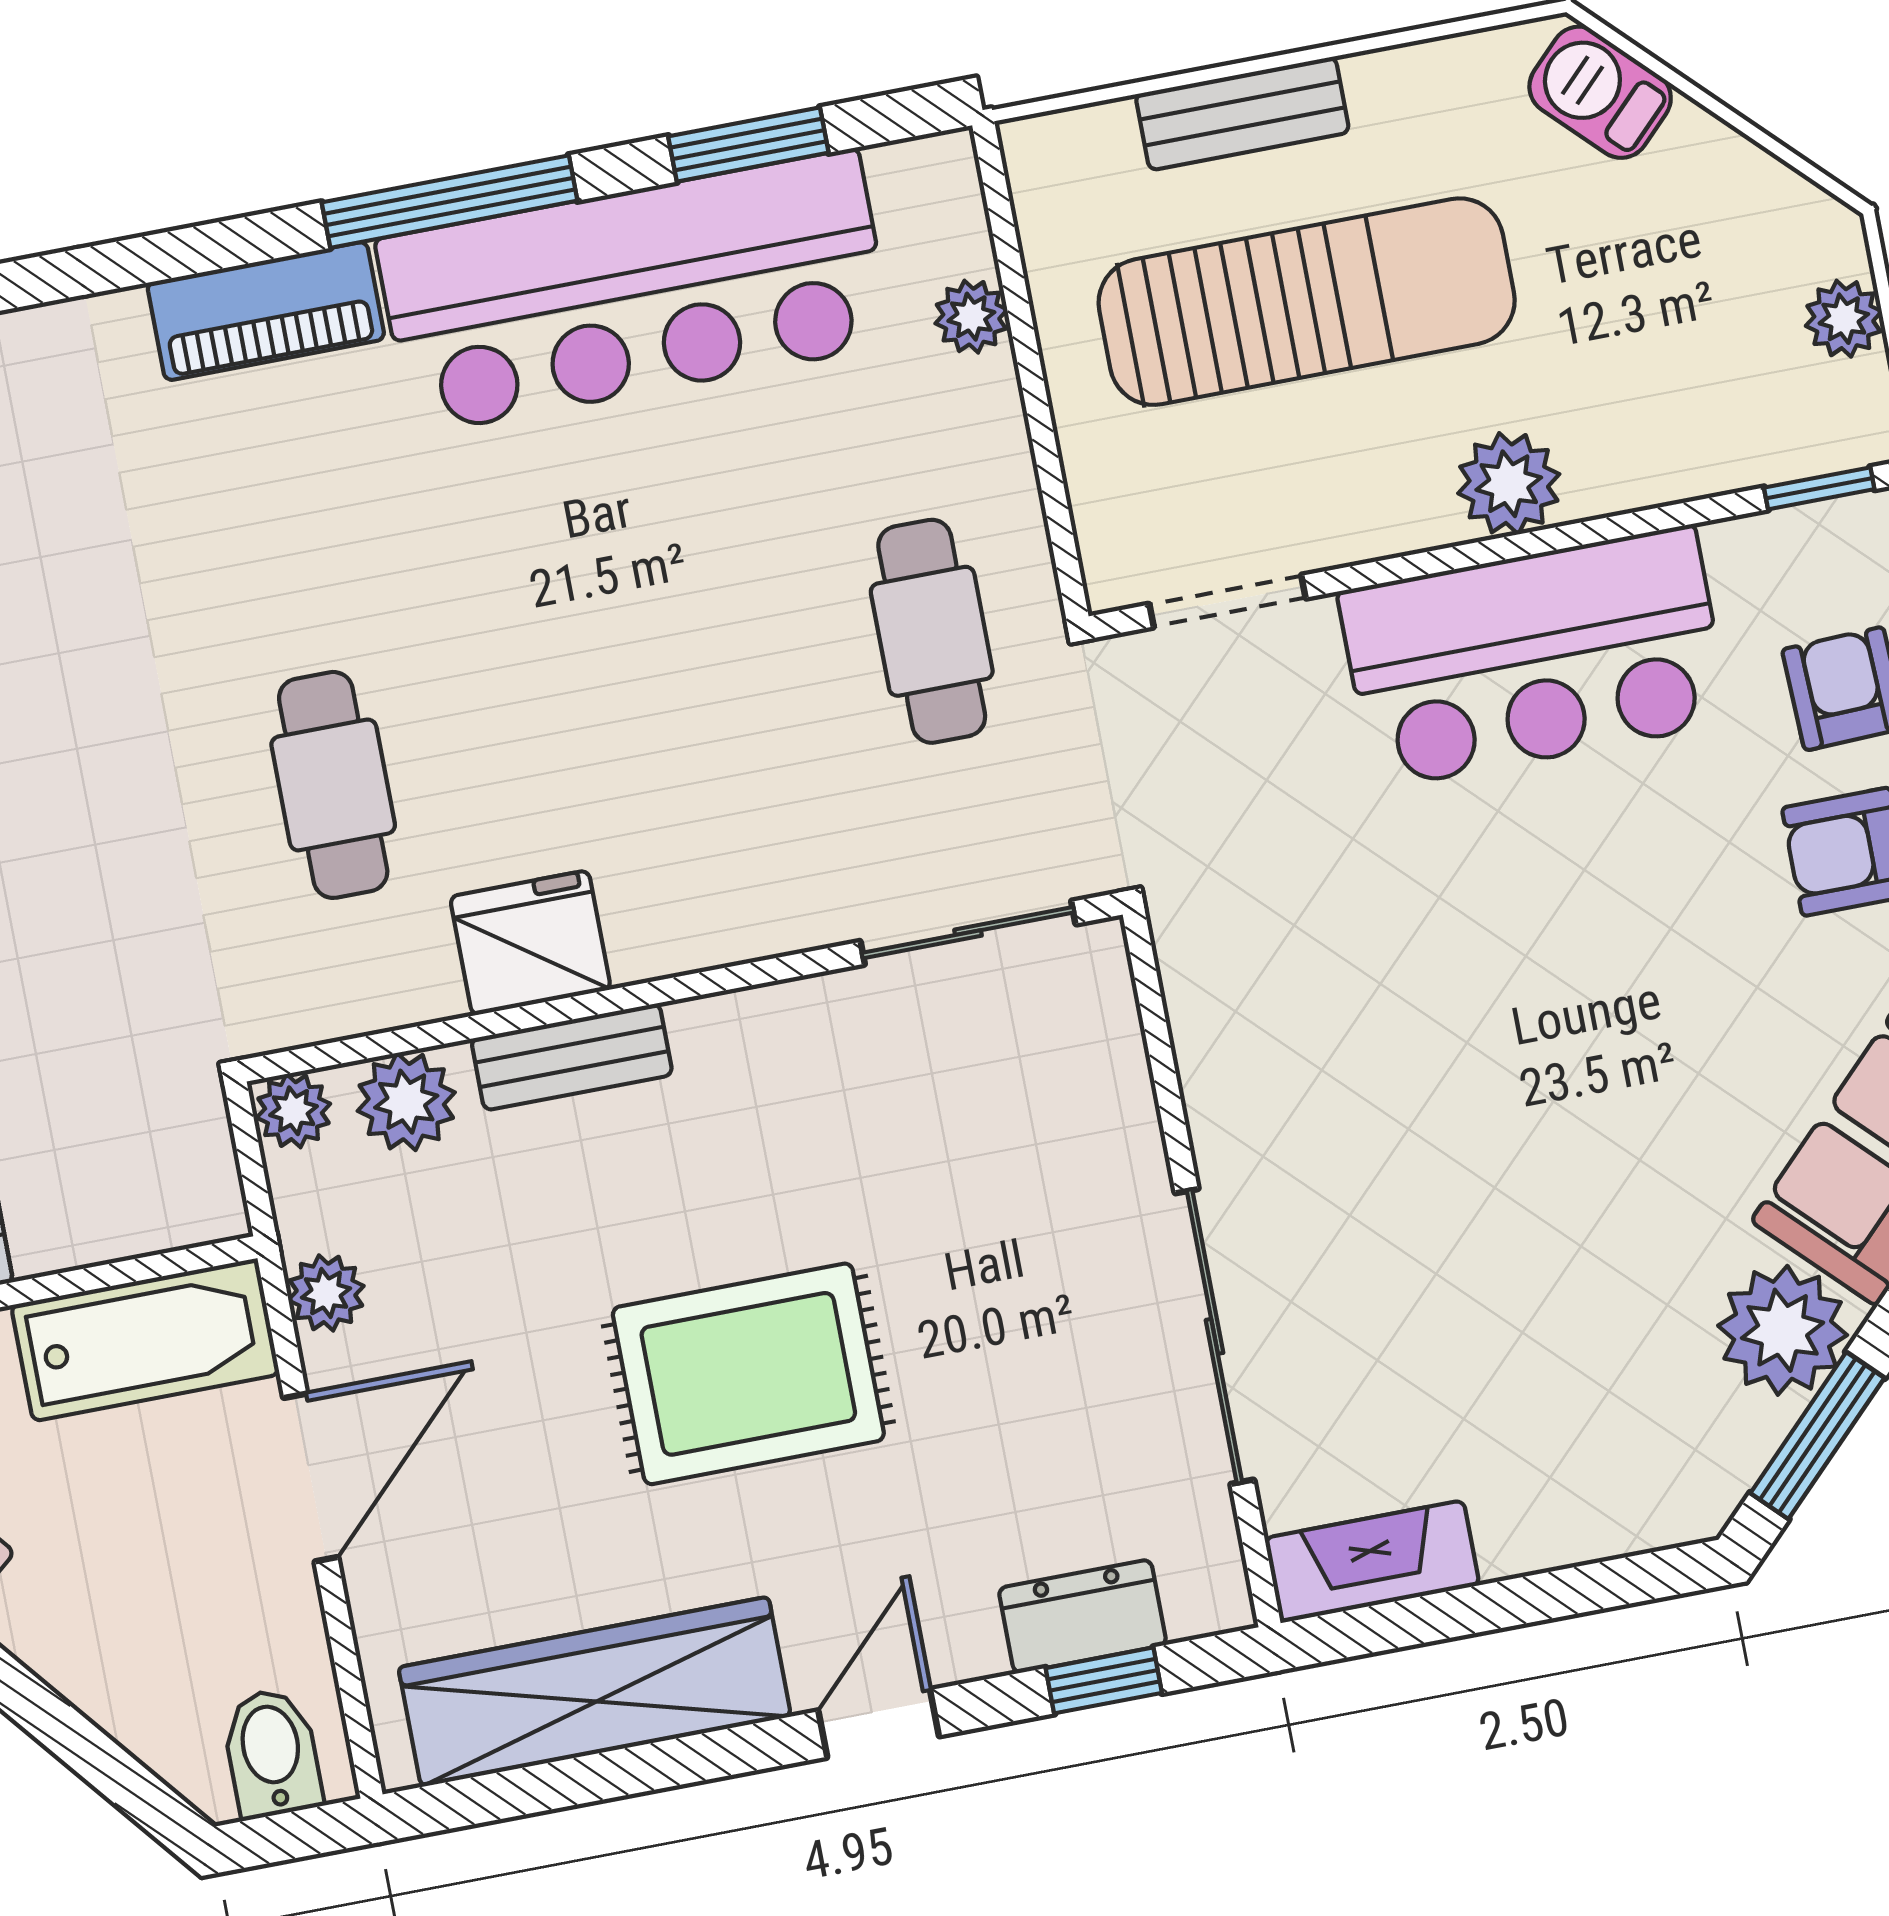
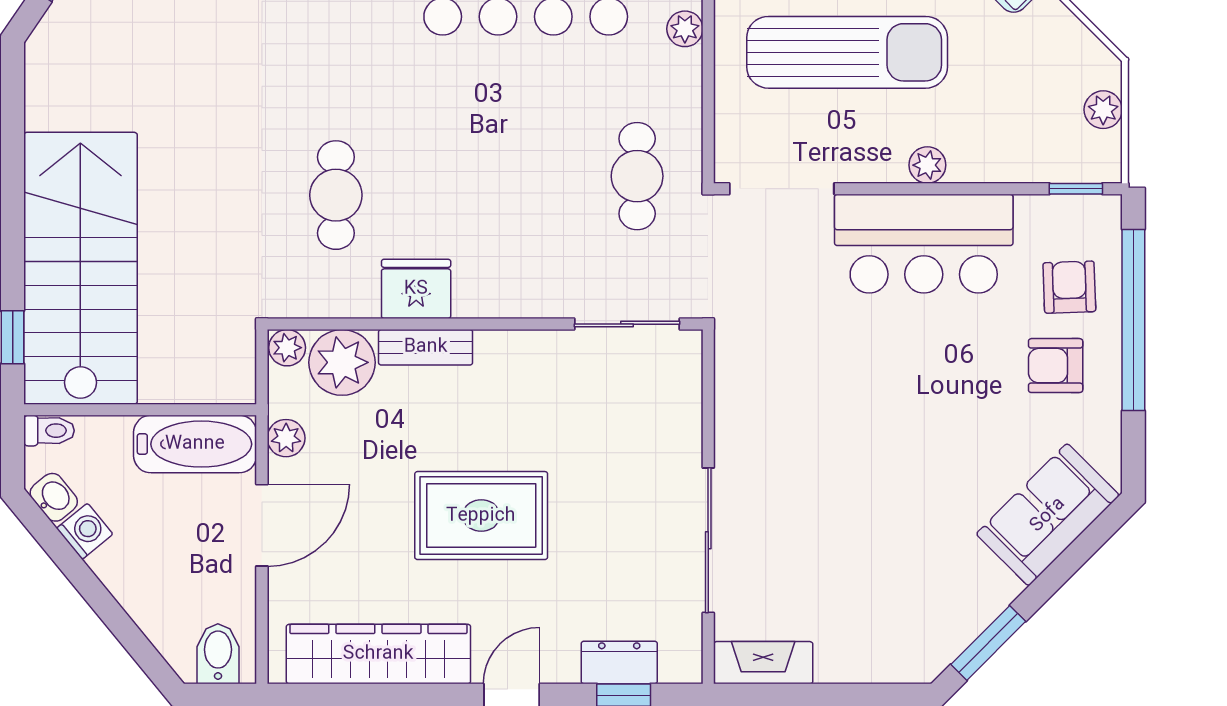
plant: (1509, 484) -> (927, 165), width x0.73, depth x0.73
doorway: (1227, 601) -> (782, 189), width x1.38
plant: (406, 1102) -> (342, 362), width x1.36, depth x1.36
plant: (1783, 1330) -> (981, 589), removed

